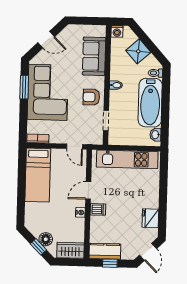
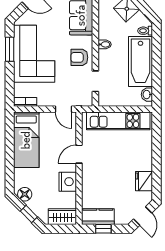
dishwasher: (98, 209) -> (89, 174), removed
nightstand: (80, 212) -> (68, 182), width x1.89, depth x1.79
floor lamp: (46, 239) -> (25, 194), moved

